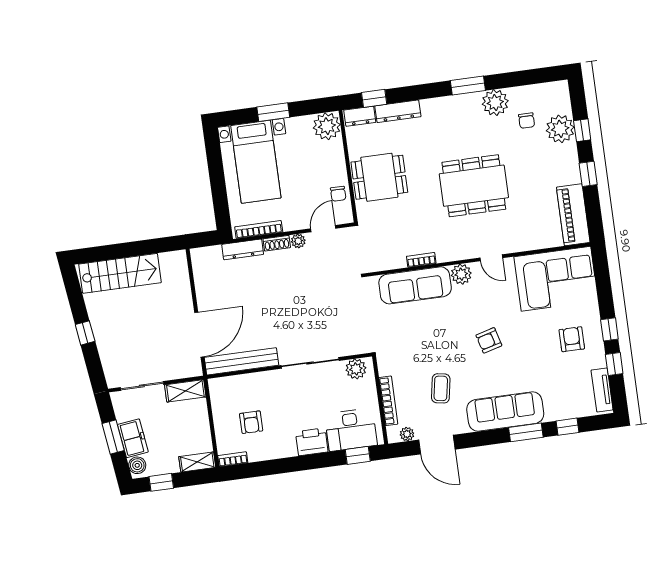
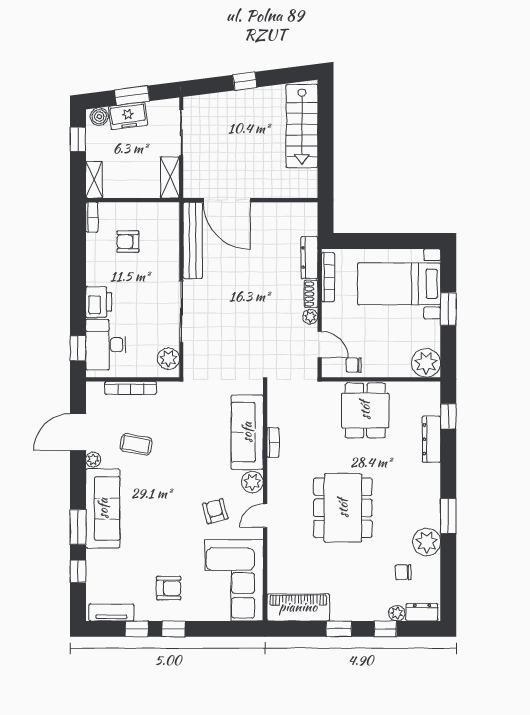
dresser: (360, 116) -> (422, 612), moved, turned 90
plant: (560, 129) -> (397, 613), width x0.53, depth x0.53
armchair: (489, 340) -> (215, 511), moved
plant: (407, 434) -> (93, 460), moved

